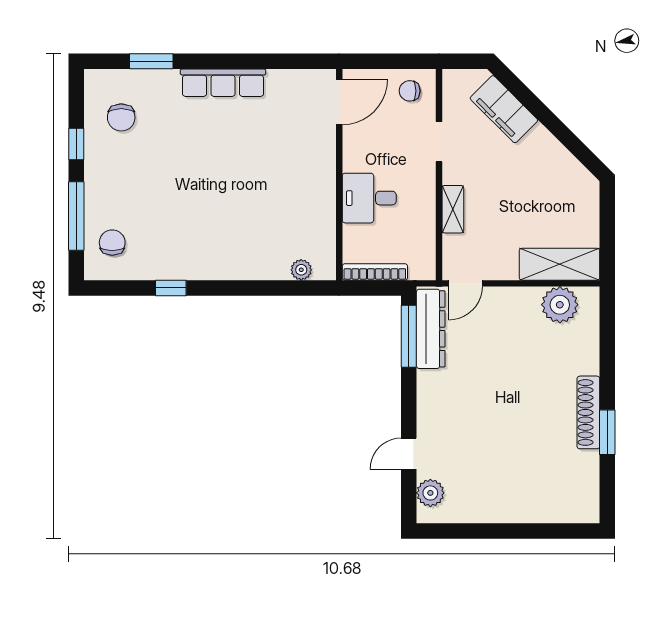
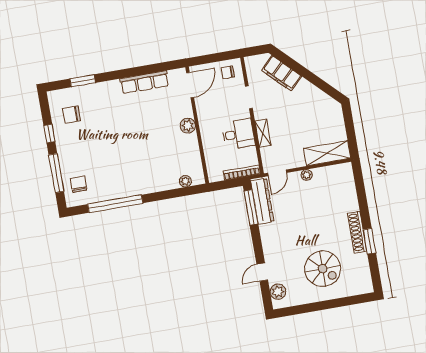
row of seats: (223, 83) -> (145, 82), moved
chair: (121, 117) -> (72, 115), turned 90
plant: (323, 173) -> (188, 126), added
desk: (369, 198) -> (238, 134), moved, turned 180
bookcase: (375, 272) -> (242, 173), moved
window: (171, 288) -> (115, 204), width x3.17
plant: (560, 305) -> (307, 175), moved, width x0.53, depth x0.53
spiral stairs: (516, 466) -> (323, 269), added

